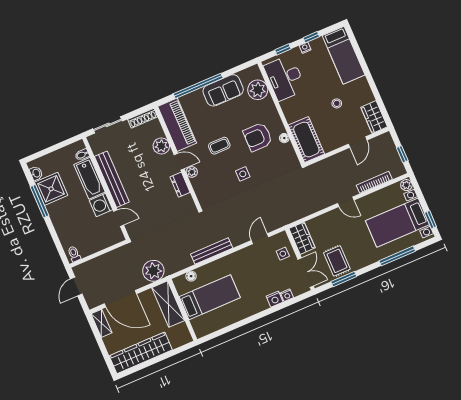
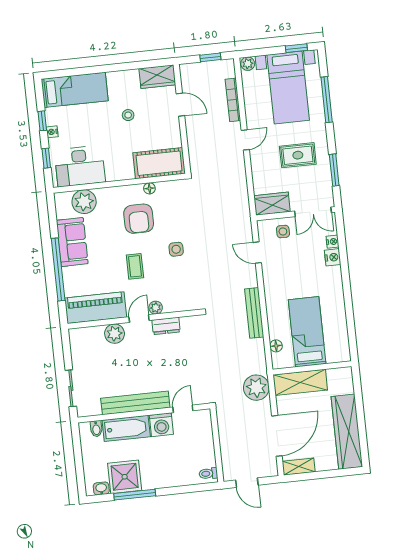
shoe rack: (143, 118) -> (76, 345), removed
rug: (337, 261) -> (298, 155), moved
double door: (306, 273) -> (313, 212), swing flipped

